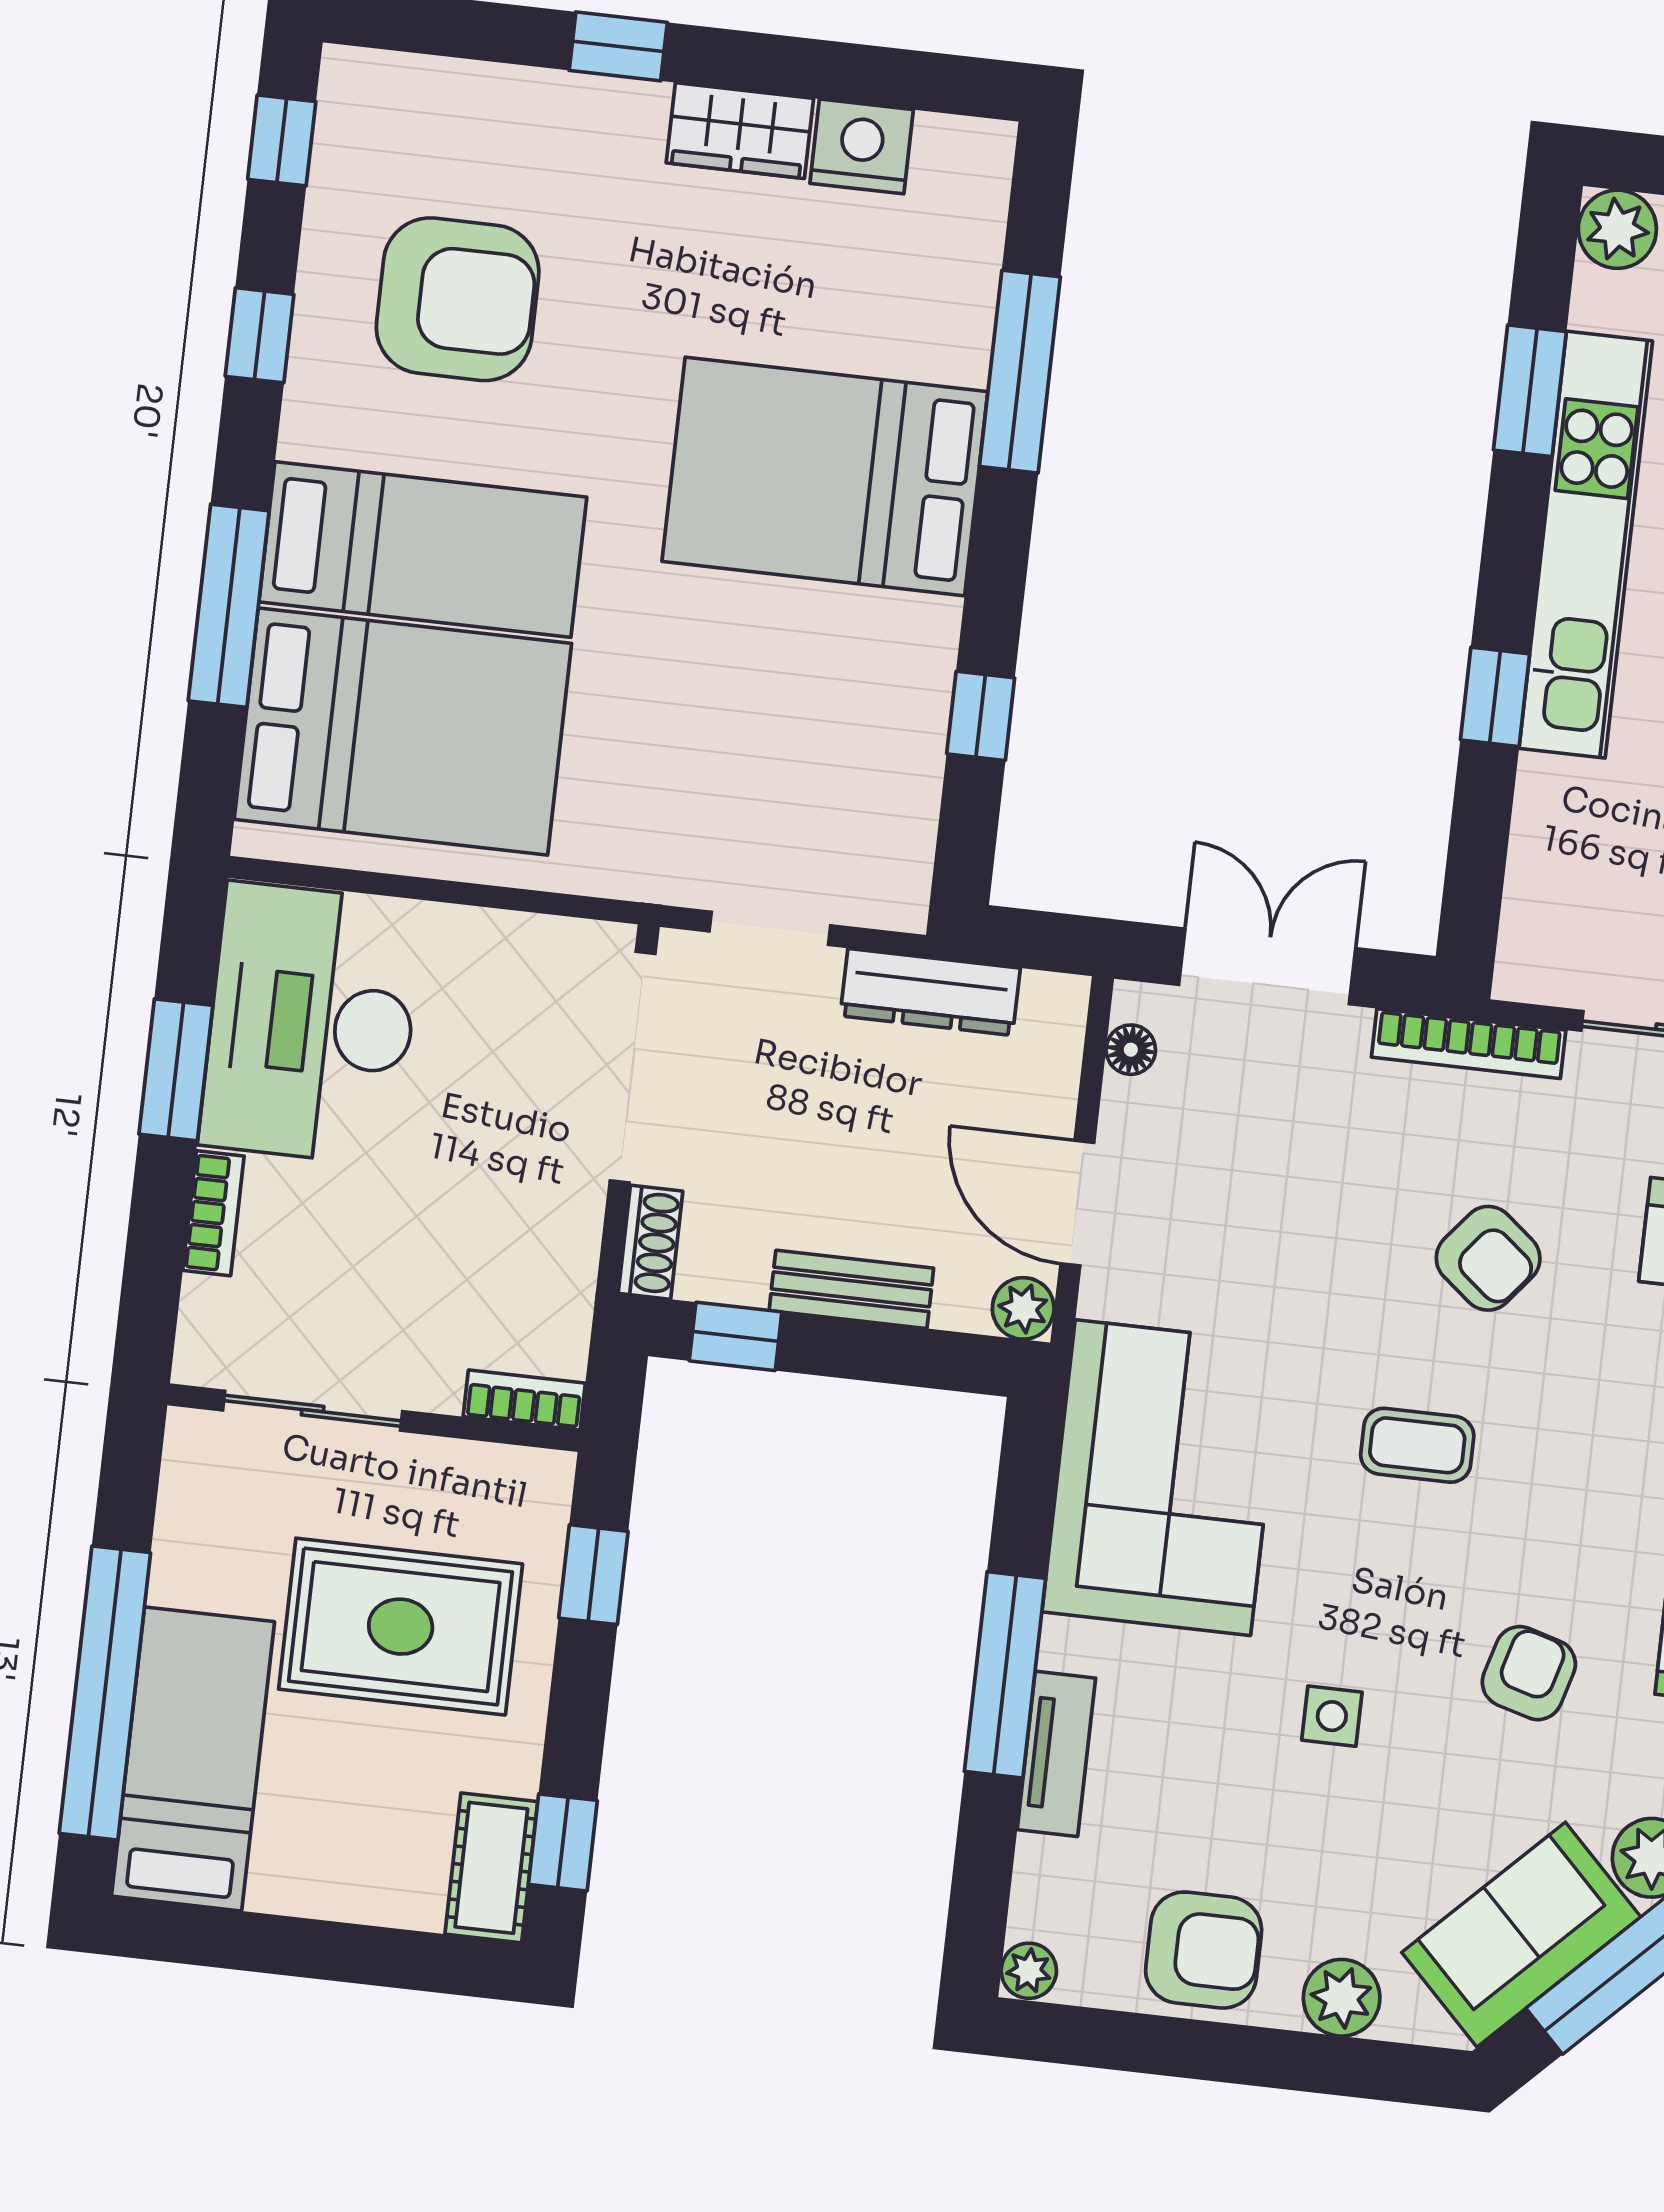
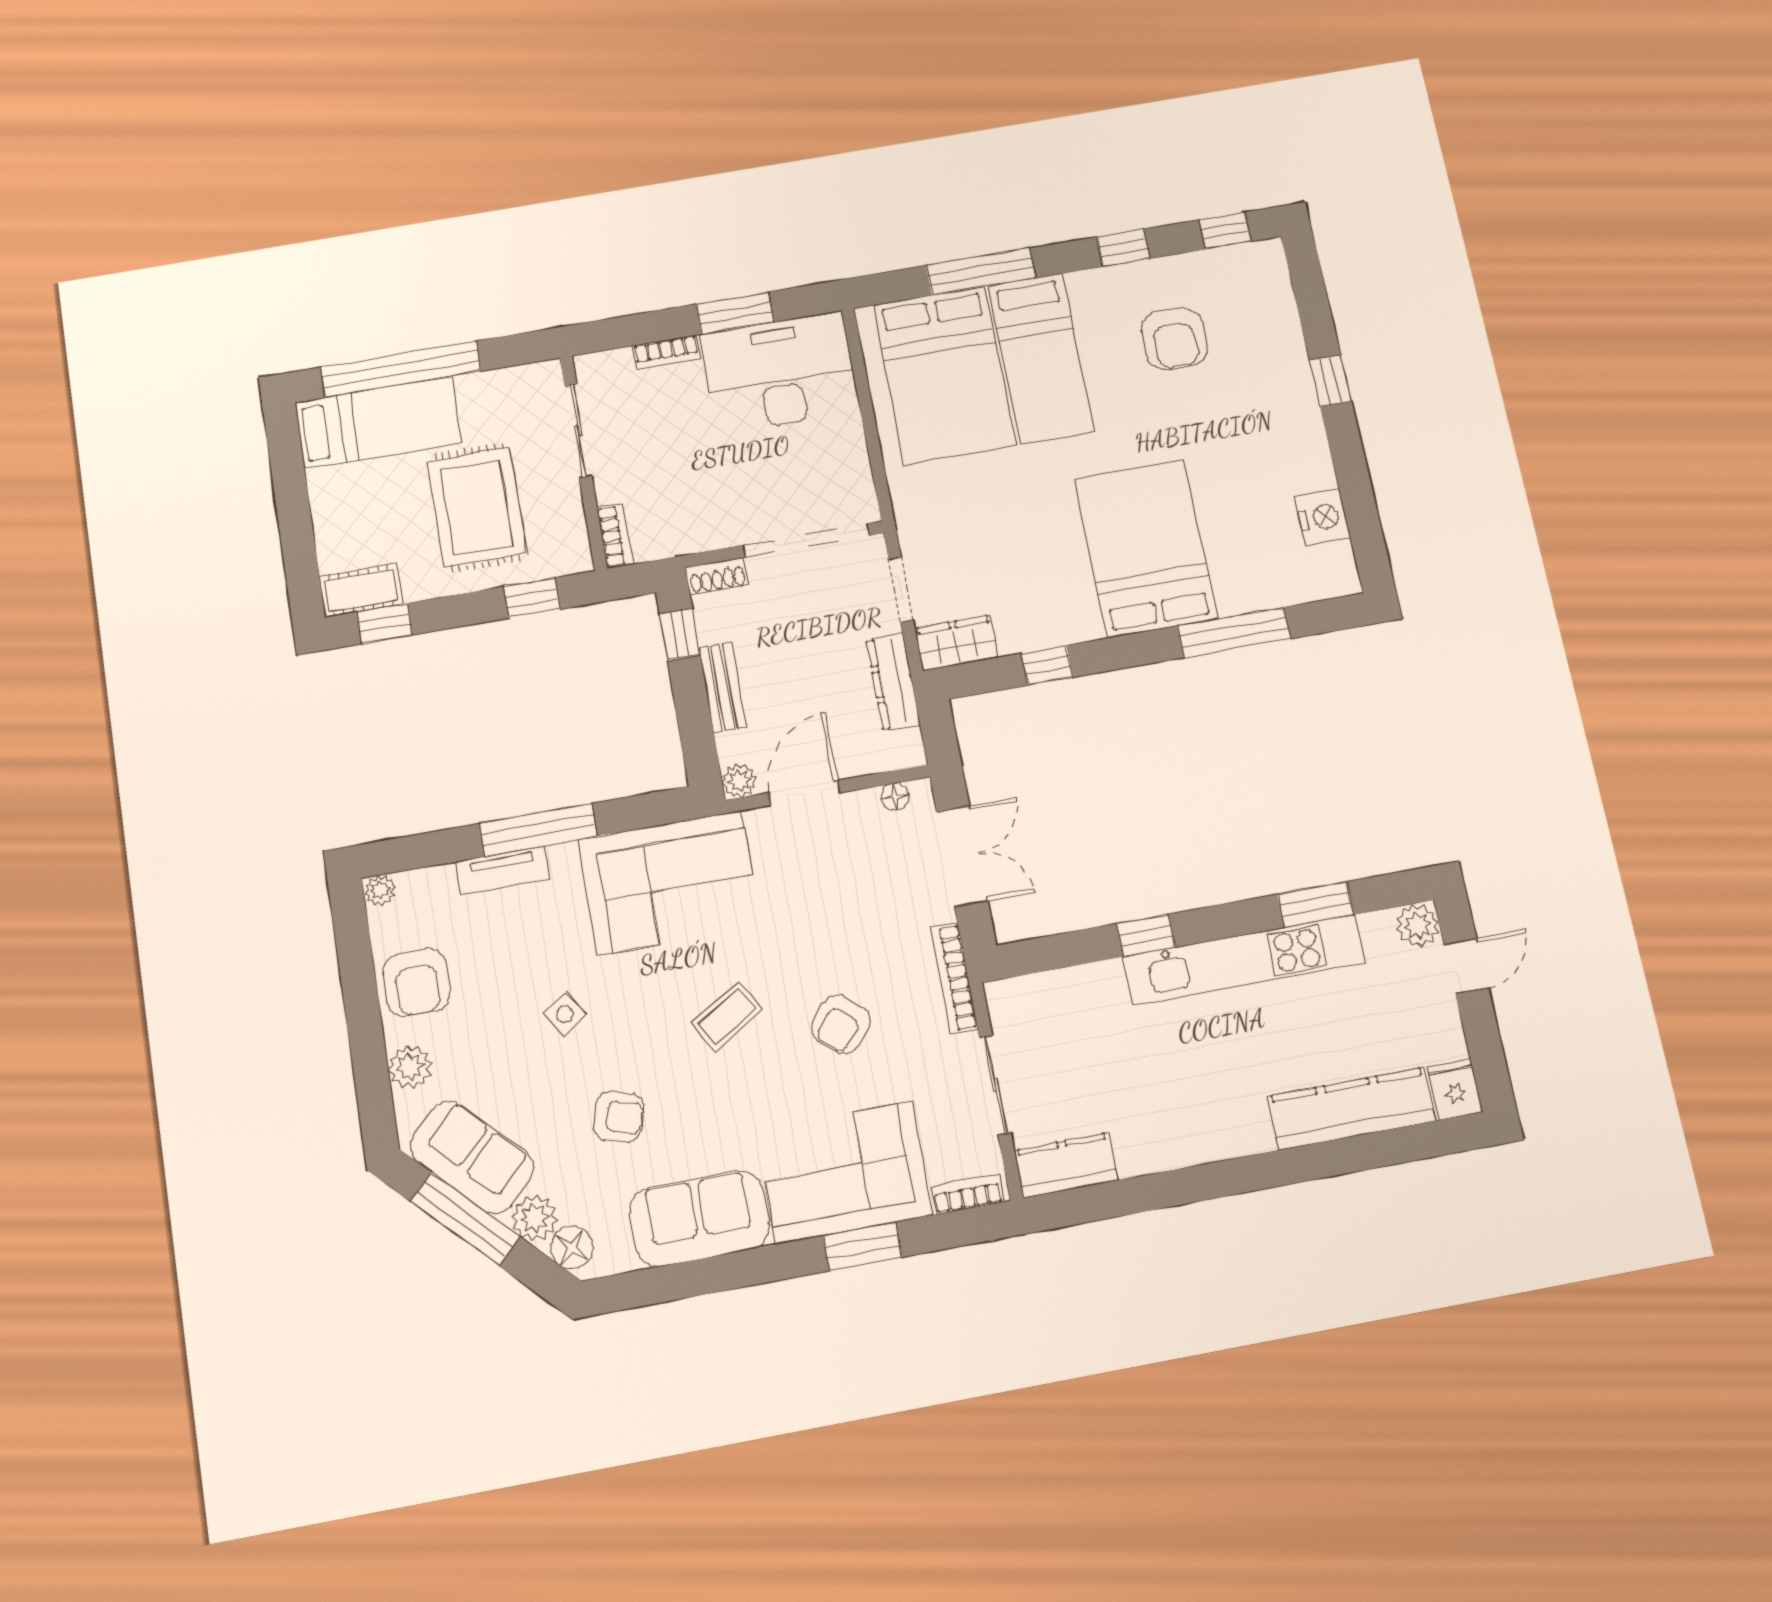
wardrobe: (740, 131) -> (956, 643), moved, turned 90
armchair: (458, 299) -> (1174, 339), width x0.73, depth x0.73
coffee table: (1417, 1445) -> (727, 1016), turned 59
side table: (1332, 1716) -> (565, 1014), turned -33

